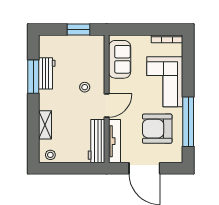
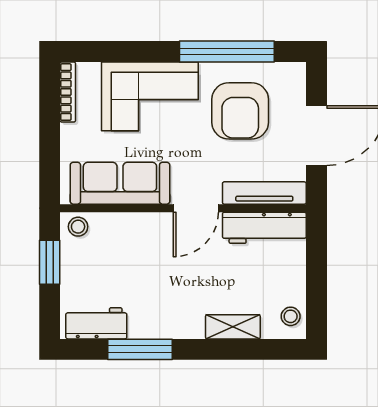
sofa: (120, 59) -> (120, 183), width x1.36
workbench: (47, 73) -> (96, 323), moved
stool: (85, 87) -> (78, 227), moved
door: (107, 106) -> (196, 208), swing flipped

